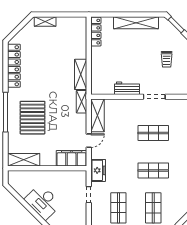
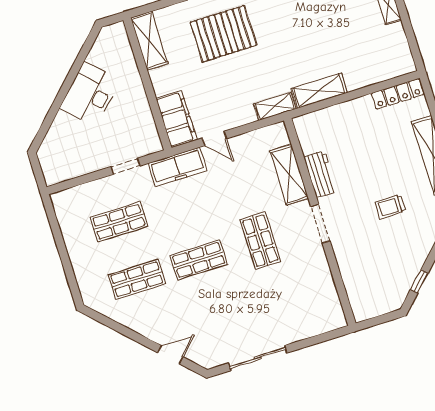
trolley: (167, 59) -> (390, 207), moved
shelving: (98, 115) -> (289, 175), moved, turned 90
freezer: (98, 170) -> (178, 167), width x1.40
shop shelf: (153, 170) -> (199, 260), turned 90

